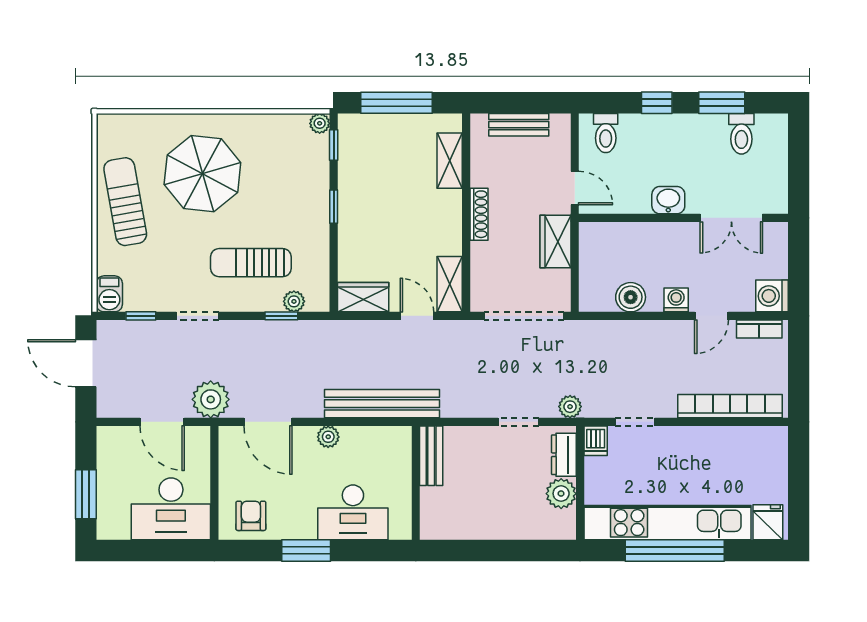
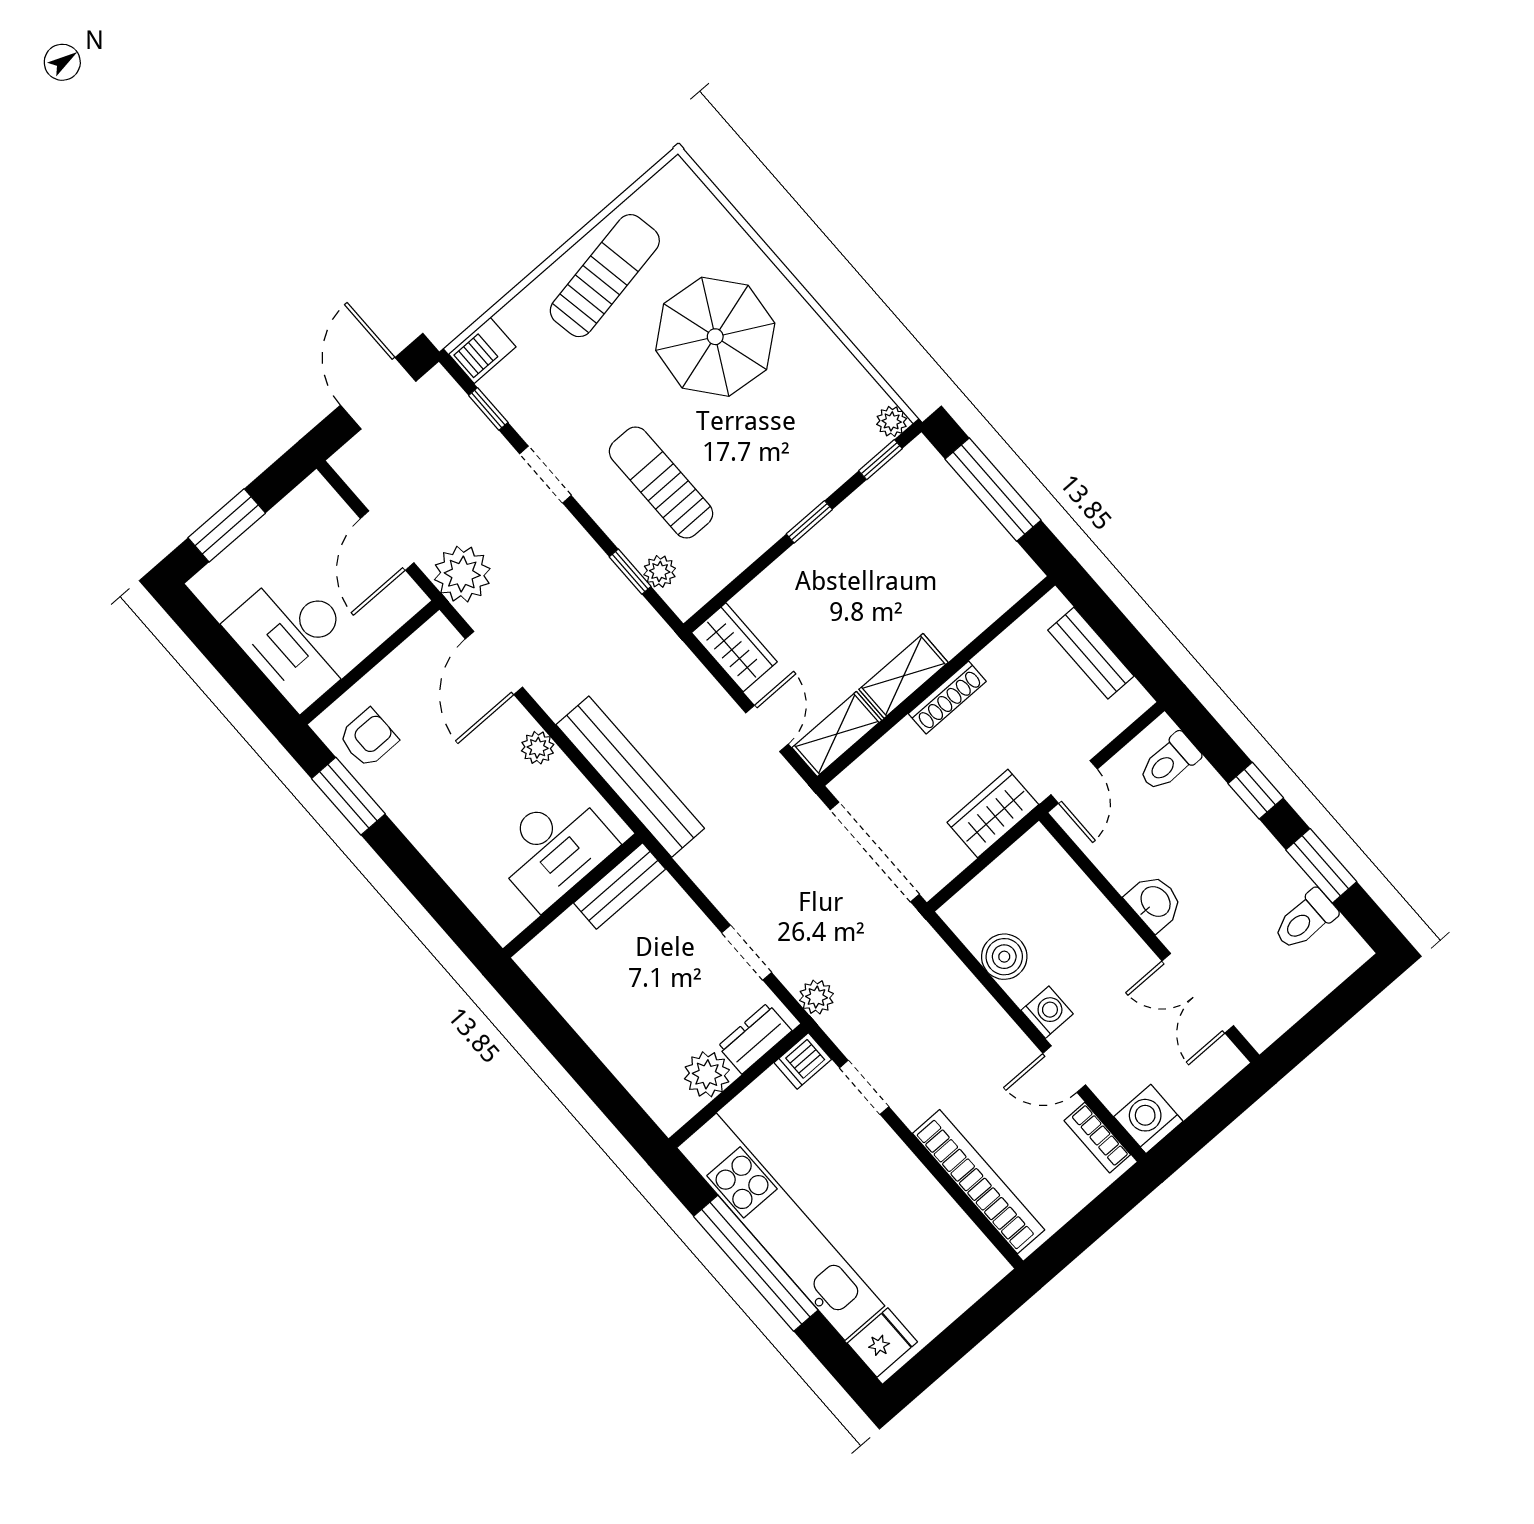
shelving: (450, 161) -> (904, 676), moved
desk: (353, 512) -> (554, 848), moved, turned -90
window: (306, 550) -> (348, 796), moved

